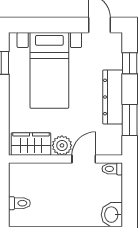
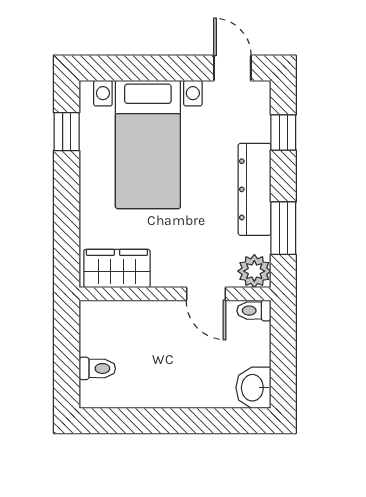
plant: (62, 145) -> (254, 271), moved
door: (84, 159) -> (206, 294), swing flipped

